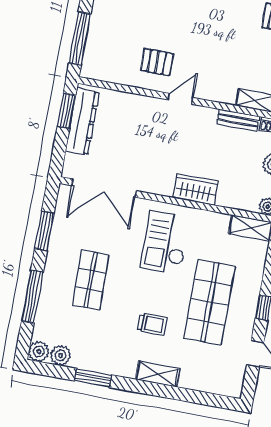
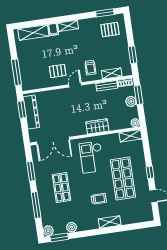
trolley: (219, 76) -> (90, 68), added
plant: (60, 355) -> (72, 227), moved
window: (93, 378) -> (59, 237), moved

